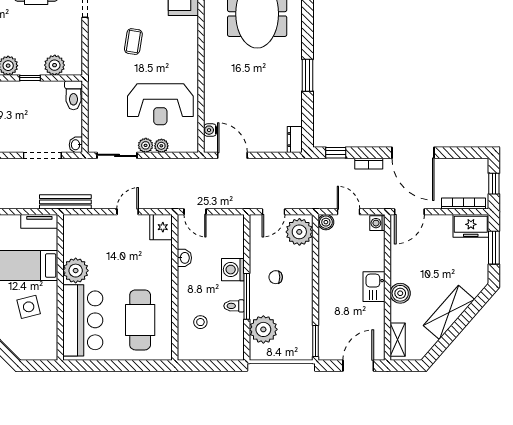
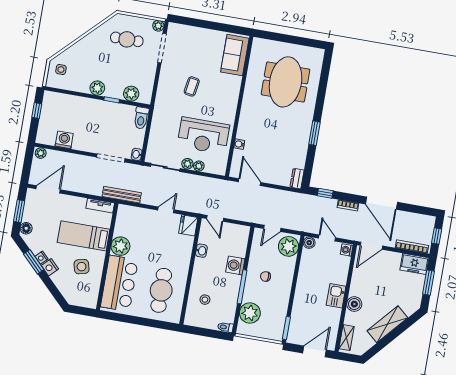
water cooler: (210, 130) -> (239, 144), moved
toilet: (234, 306) -> (225, 327), moved

